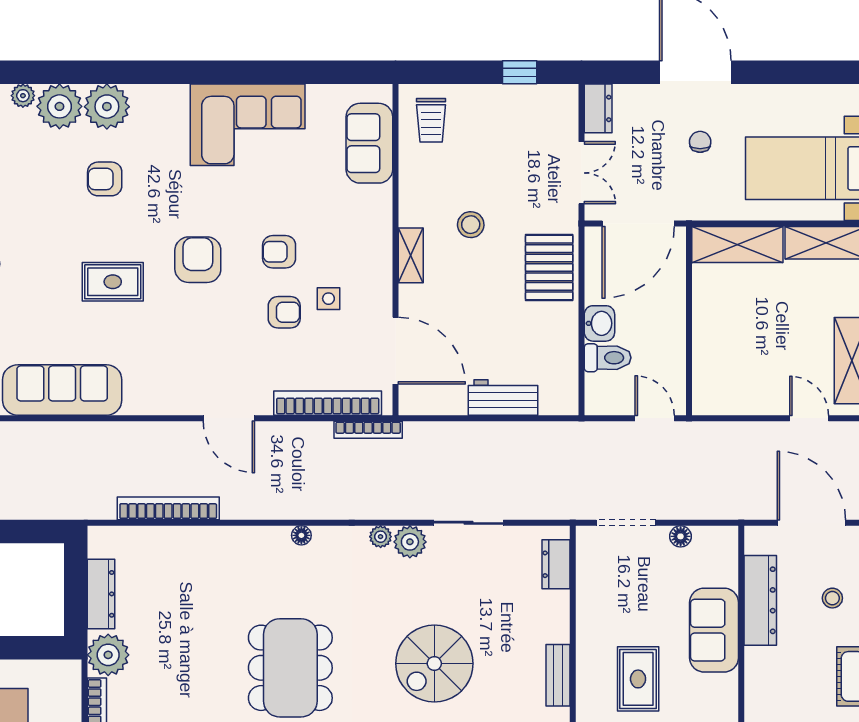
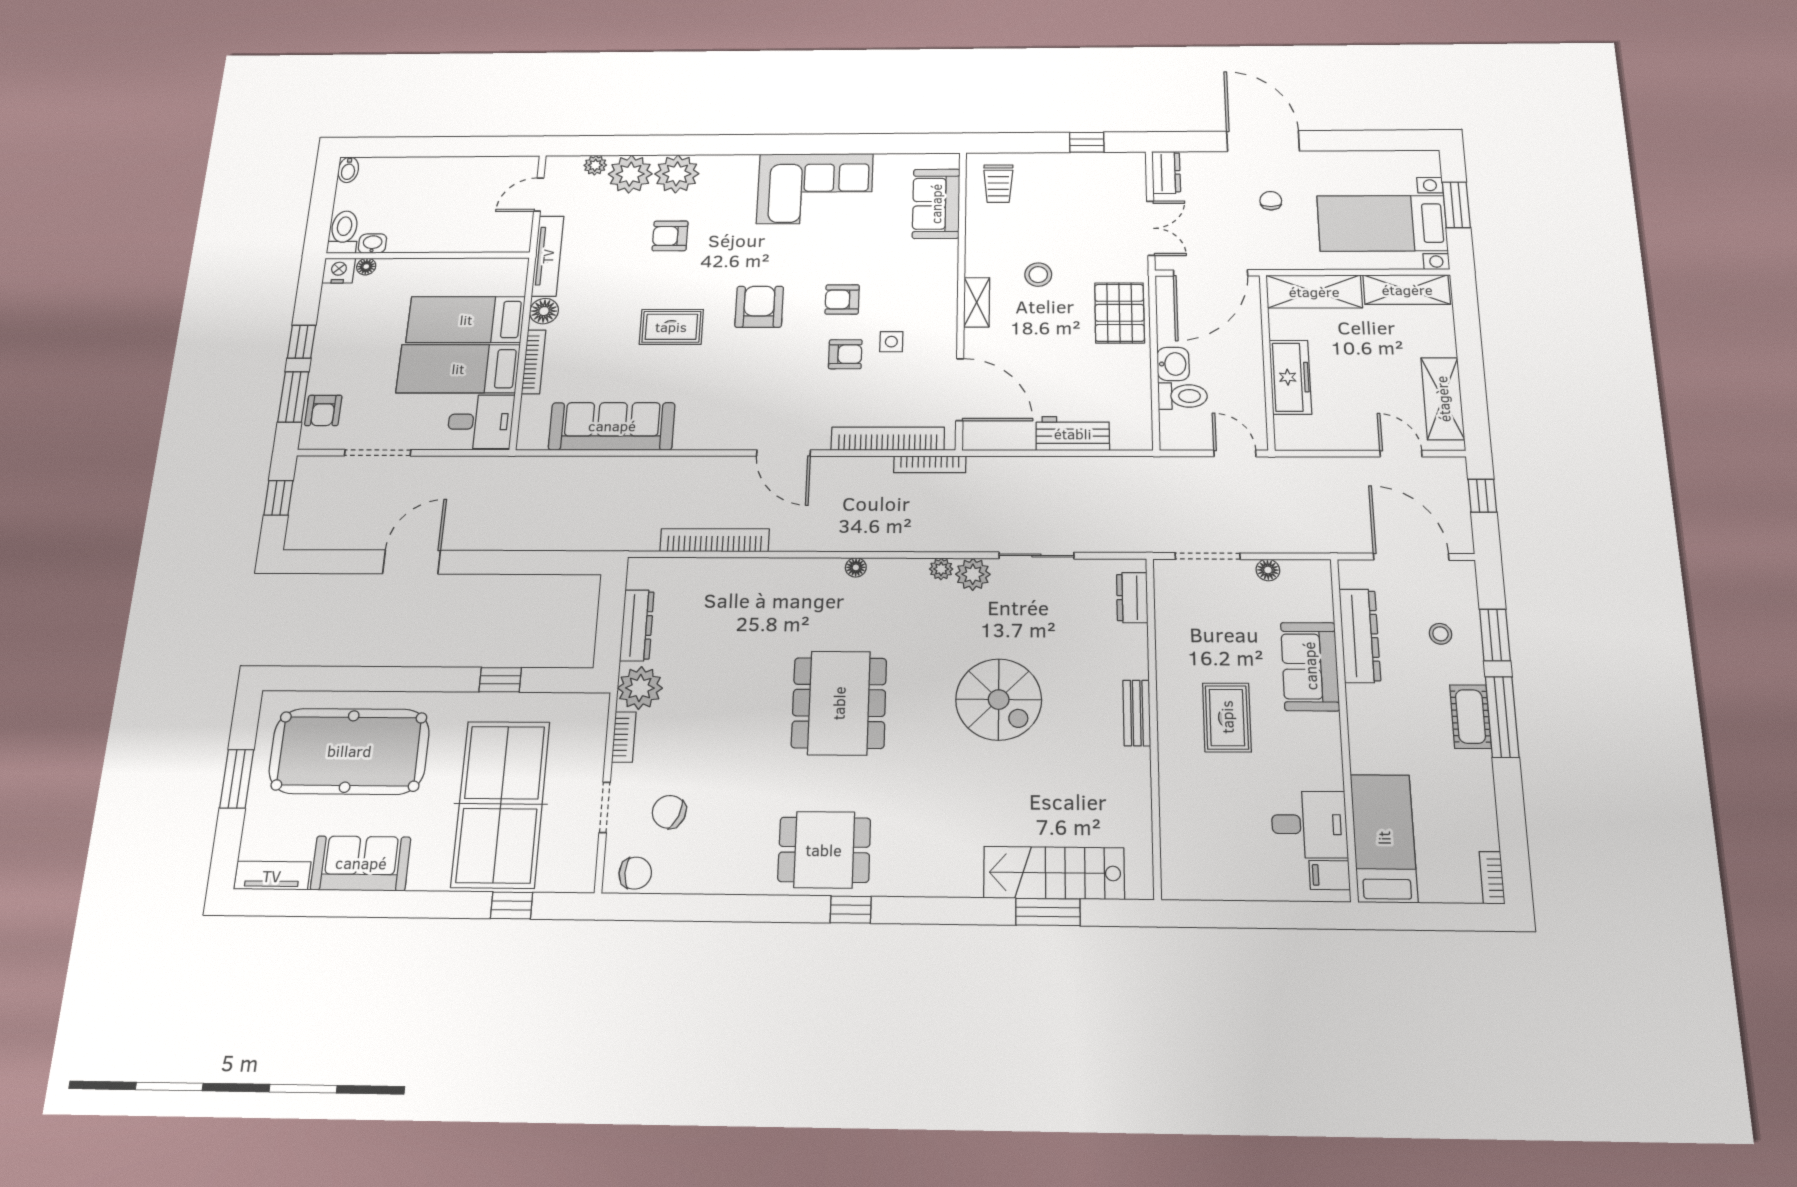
freezer: (710, 338) -> (1290, 377), added
spiral stairs: (434, 664) -> (999, 699), turned -90

